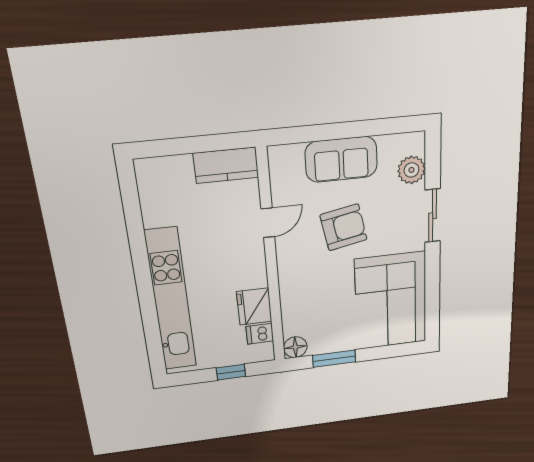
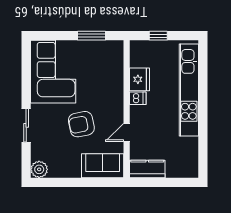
sofa: (341, 159) -> (103, 166), moved
plant: (411, 170) -> (39, 169), moved
dishwasher: (260, 334) -> (138, 98), moved
floor lamp: (295, 347) -> (116, 48), removed

